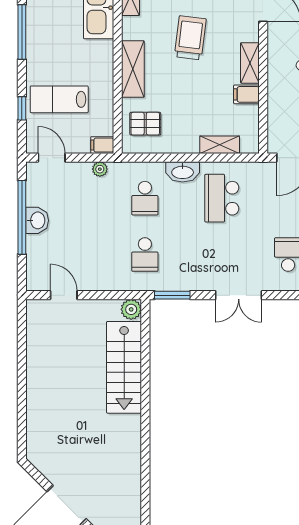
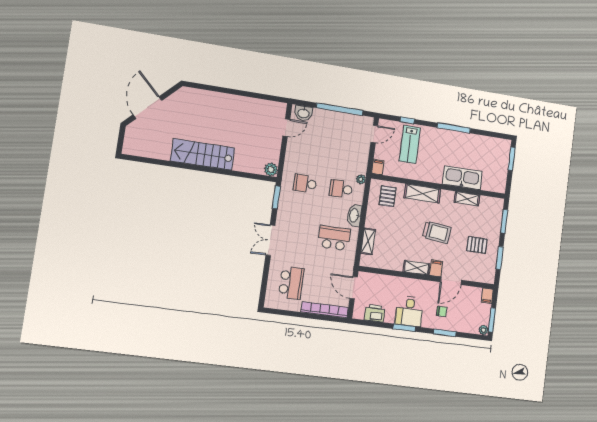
filing cabinet: (246, 94) -> (436, 268), moved
lab bench: (59, 99) -> (410, 144), turned 180
plant: (100, 169) -> (361, 179), moved
washbasin: (37, 220) -> (303, 113), moved
stairs: (124, 367) -> (203, 154), moved

